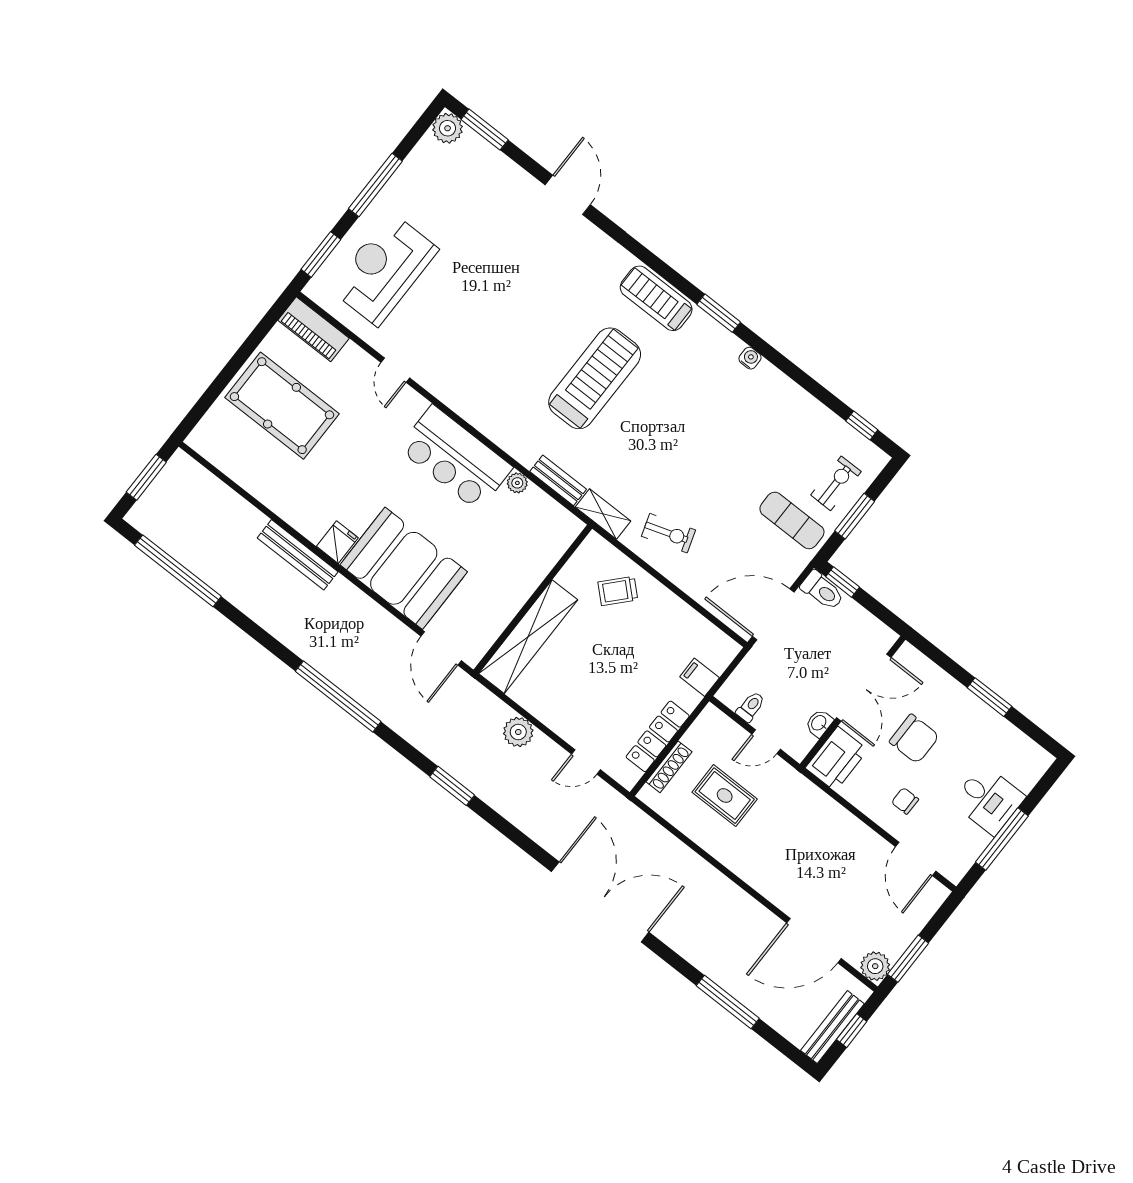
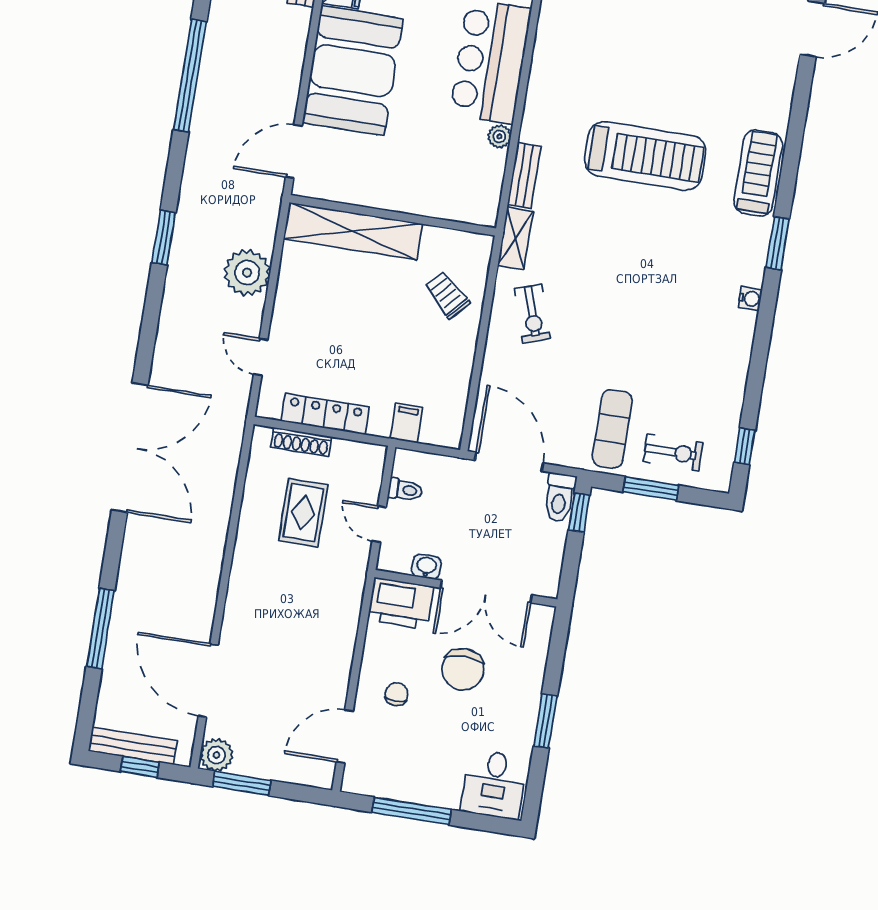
plant: (518, 732) -> (247, 273), width x1.36, depth x1.36
desk: (988, 800) -> (494, 784), moved

